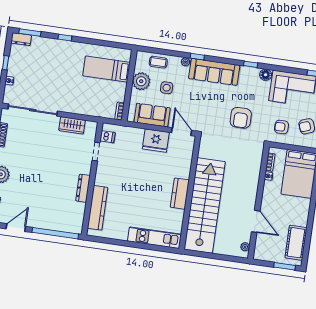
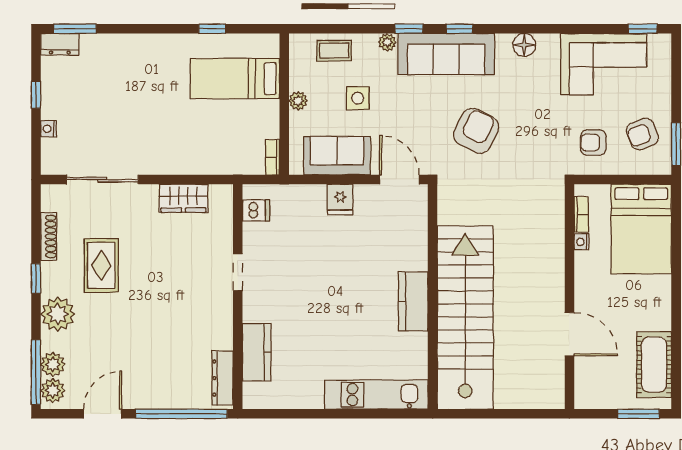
window: (65, 38) -> (212, 29), moved
window: (251, 64) -> (460, 29), moved
floor lamp: (266, 75) -> (524, 45), moved
plant: (141, 81) -> (298, 101), width x0.53, depth x0.53
sliding door: (33, 110) -> (102, 180), width x0.73
armchair: (241, 118) -> (476, 131), moved, turned -153
fridge: (156, 141) -> (340, 199), width x0.53, depth x0.75
doorway: (96, 152) -> (238, 272), moved
rug: (26, 153) -> (101, 265), added
dresser: (83, 188) -> (223, 378), moved
kitchen counter: (98, 208) -> (257, 352), width x0.67
plant: (245, 247) -> (556, 387), removed

